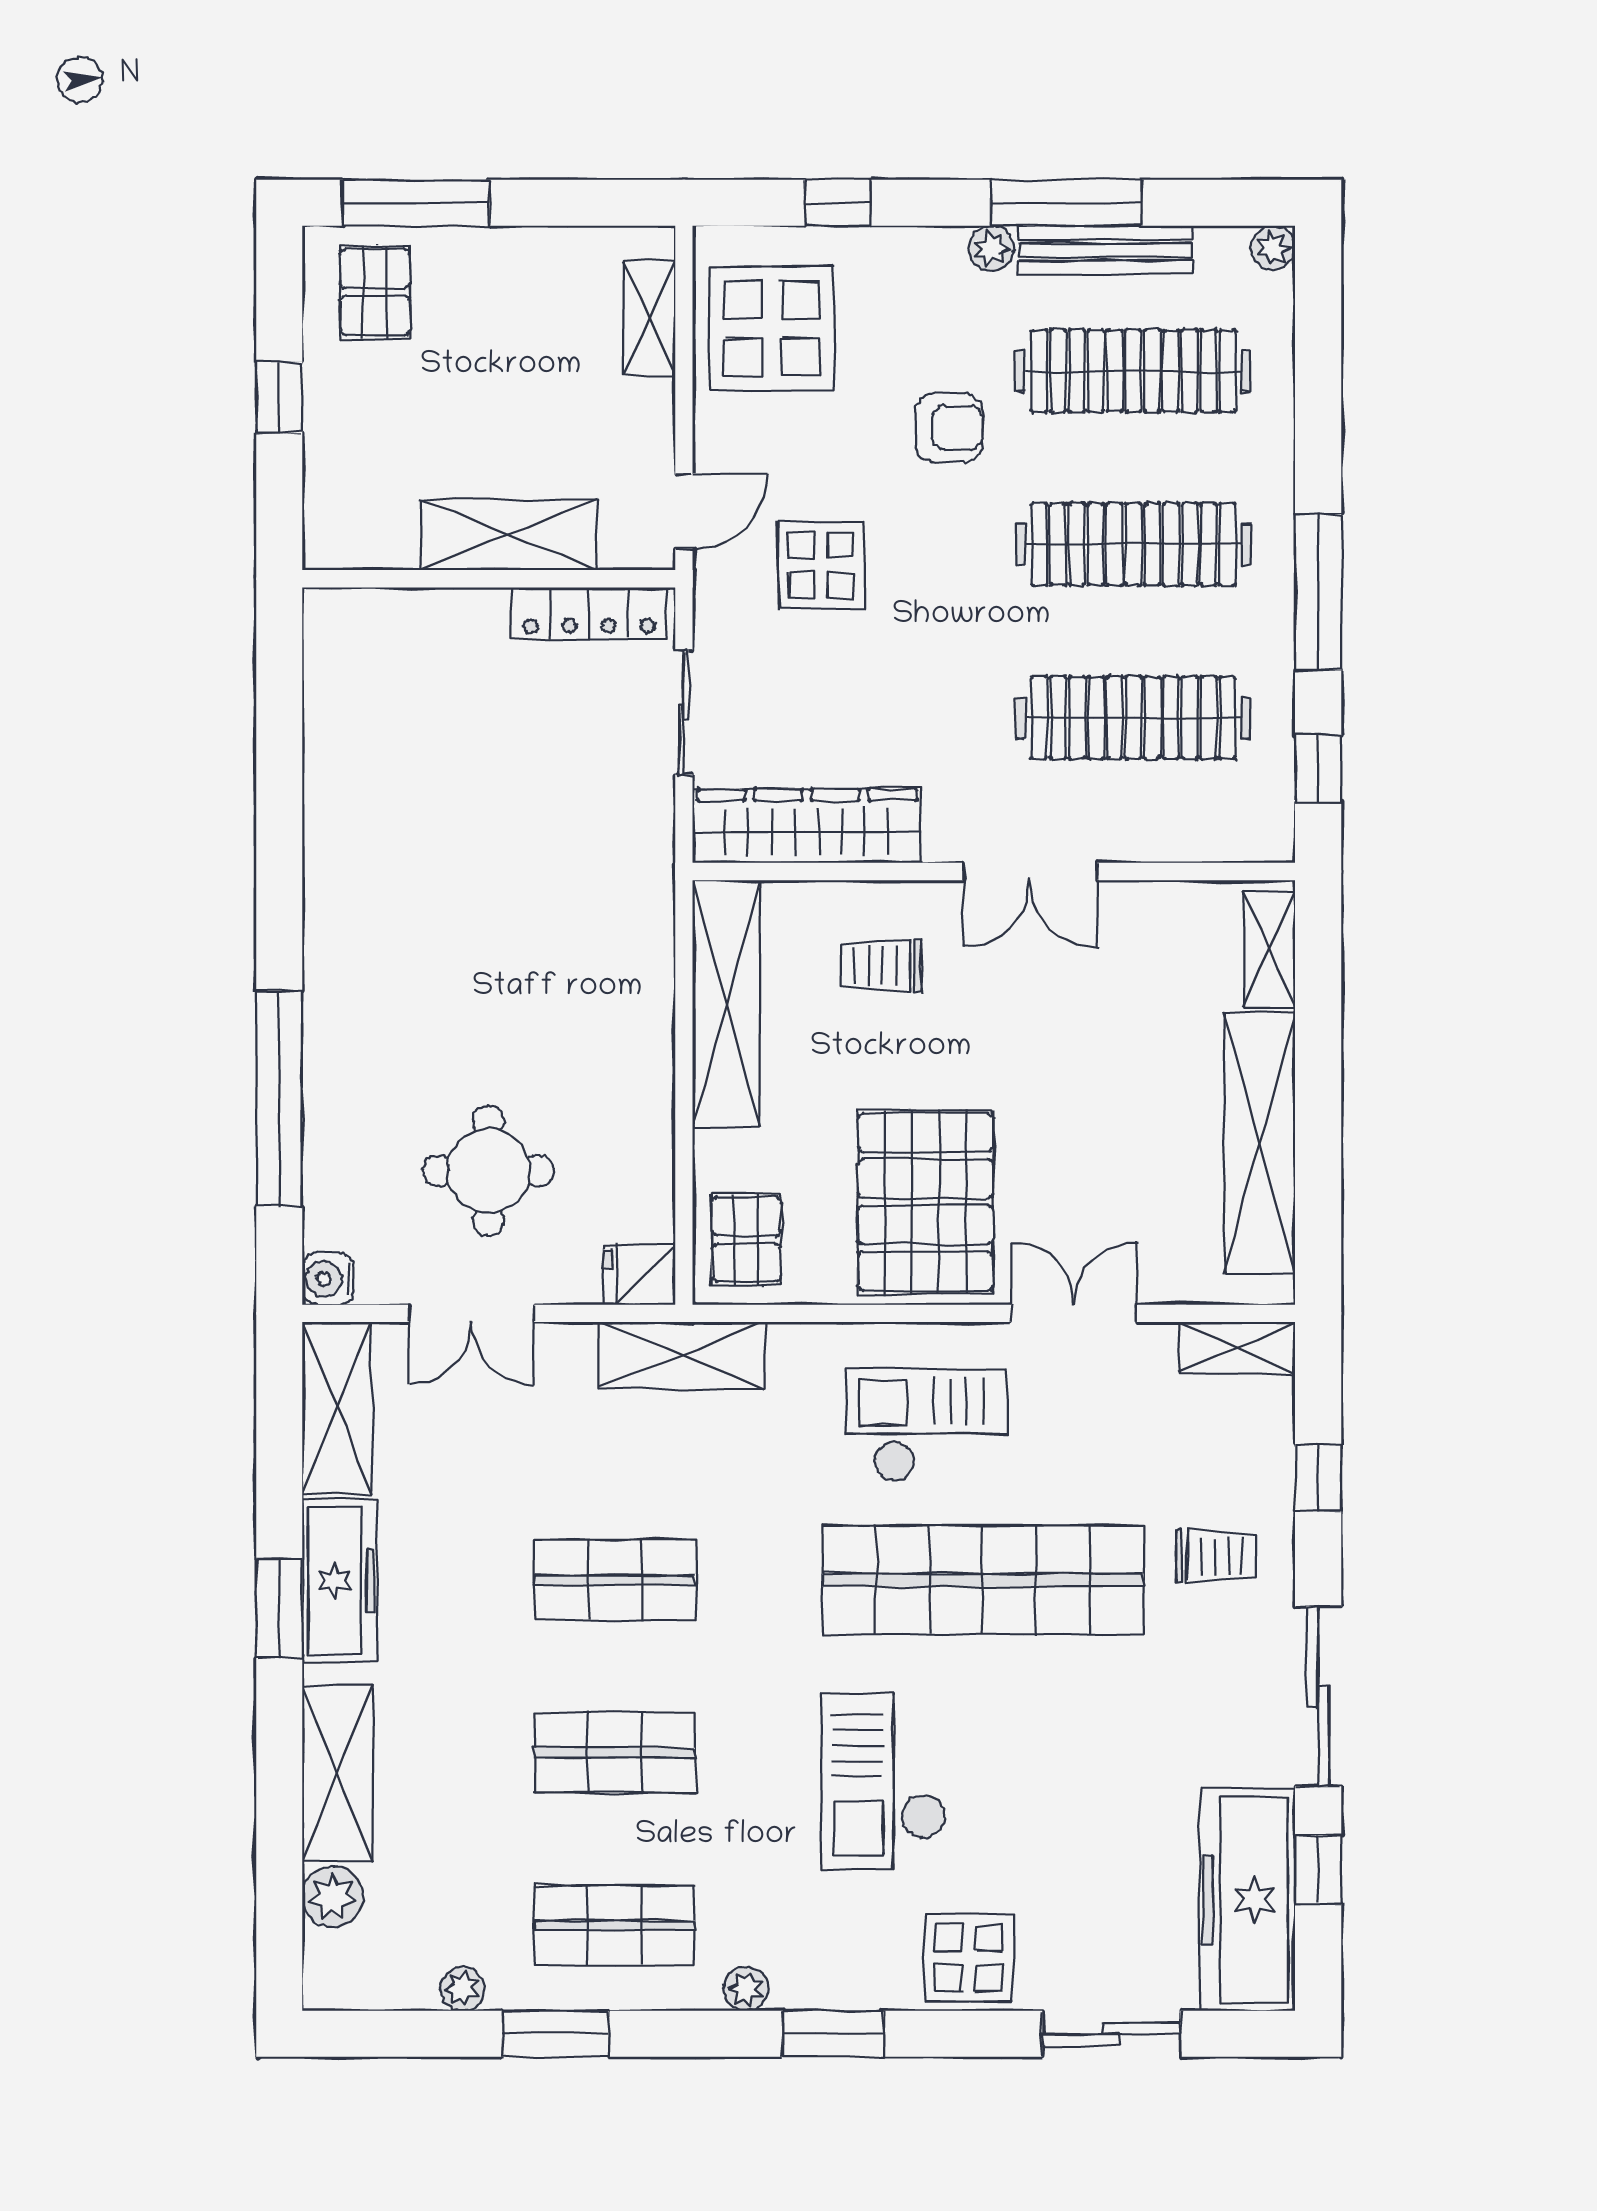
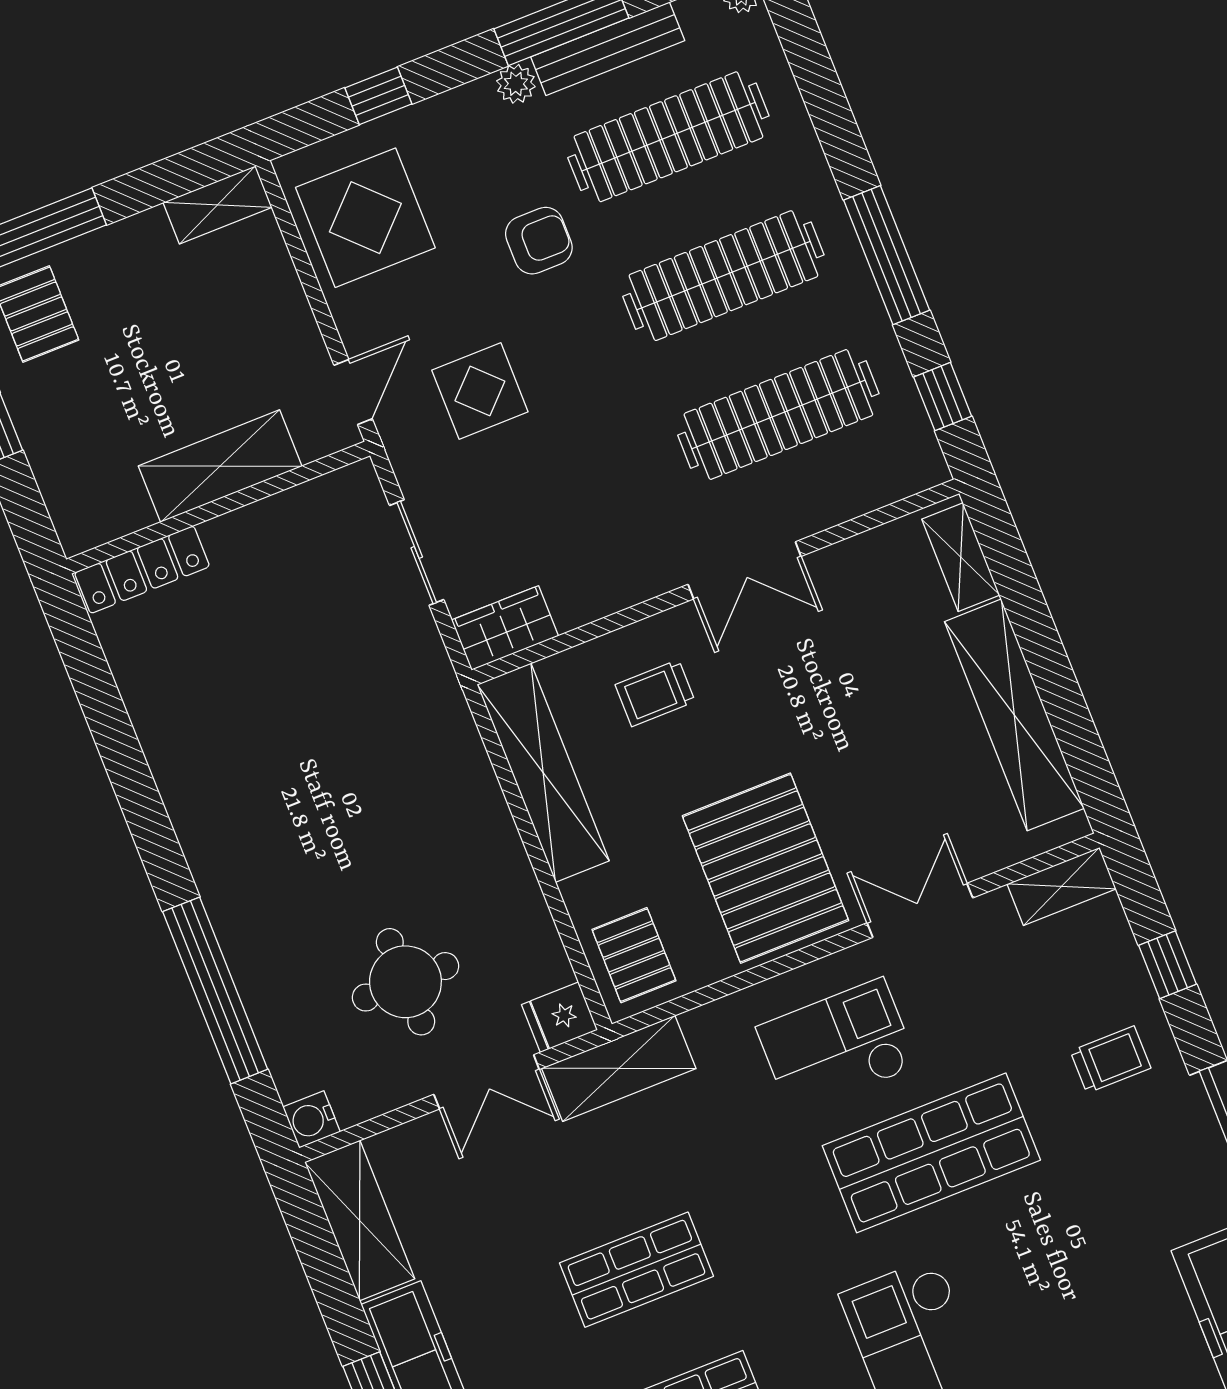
shelving: (649, 318) -> (217, 205), moved, turned 90
locker: (589, 613) -> (142, 570), moved
wardrobe: (807, 826) -> (505, 628), width x0.48, depth x0.85
double door: (471, 1313) -> (487, 1082), moved
shop shelf: (983, 1580) -> (931, 1153), width x0.71

